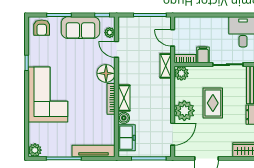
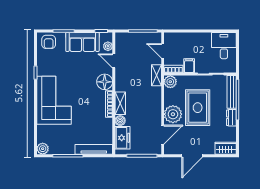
rug: (213, 103) -> (198, 108), width x1.36, depth x1.43

